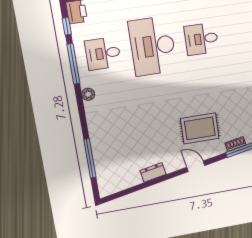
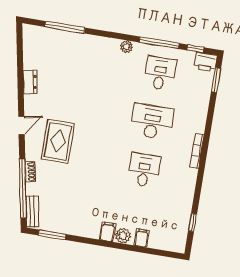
desk: (153, 46) -> (152, 122), width x0.73, depth x0.77

